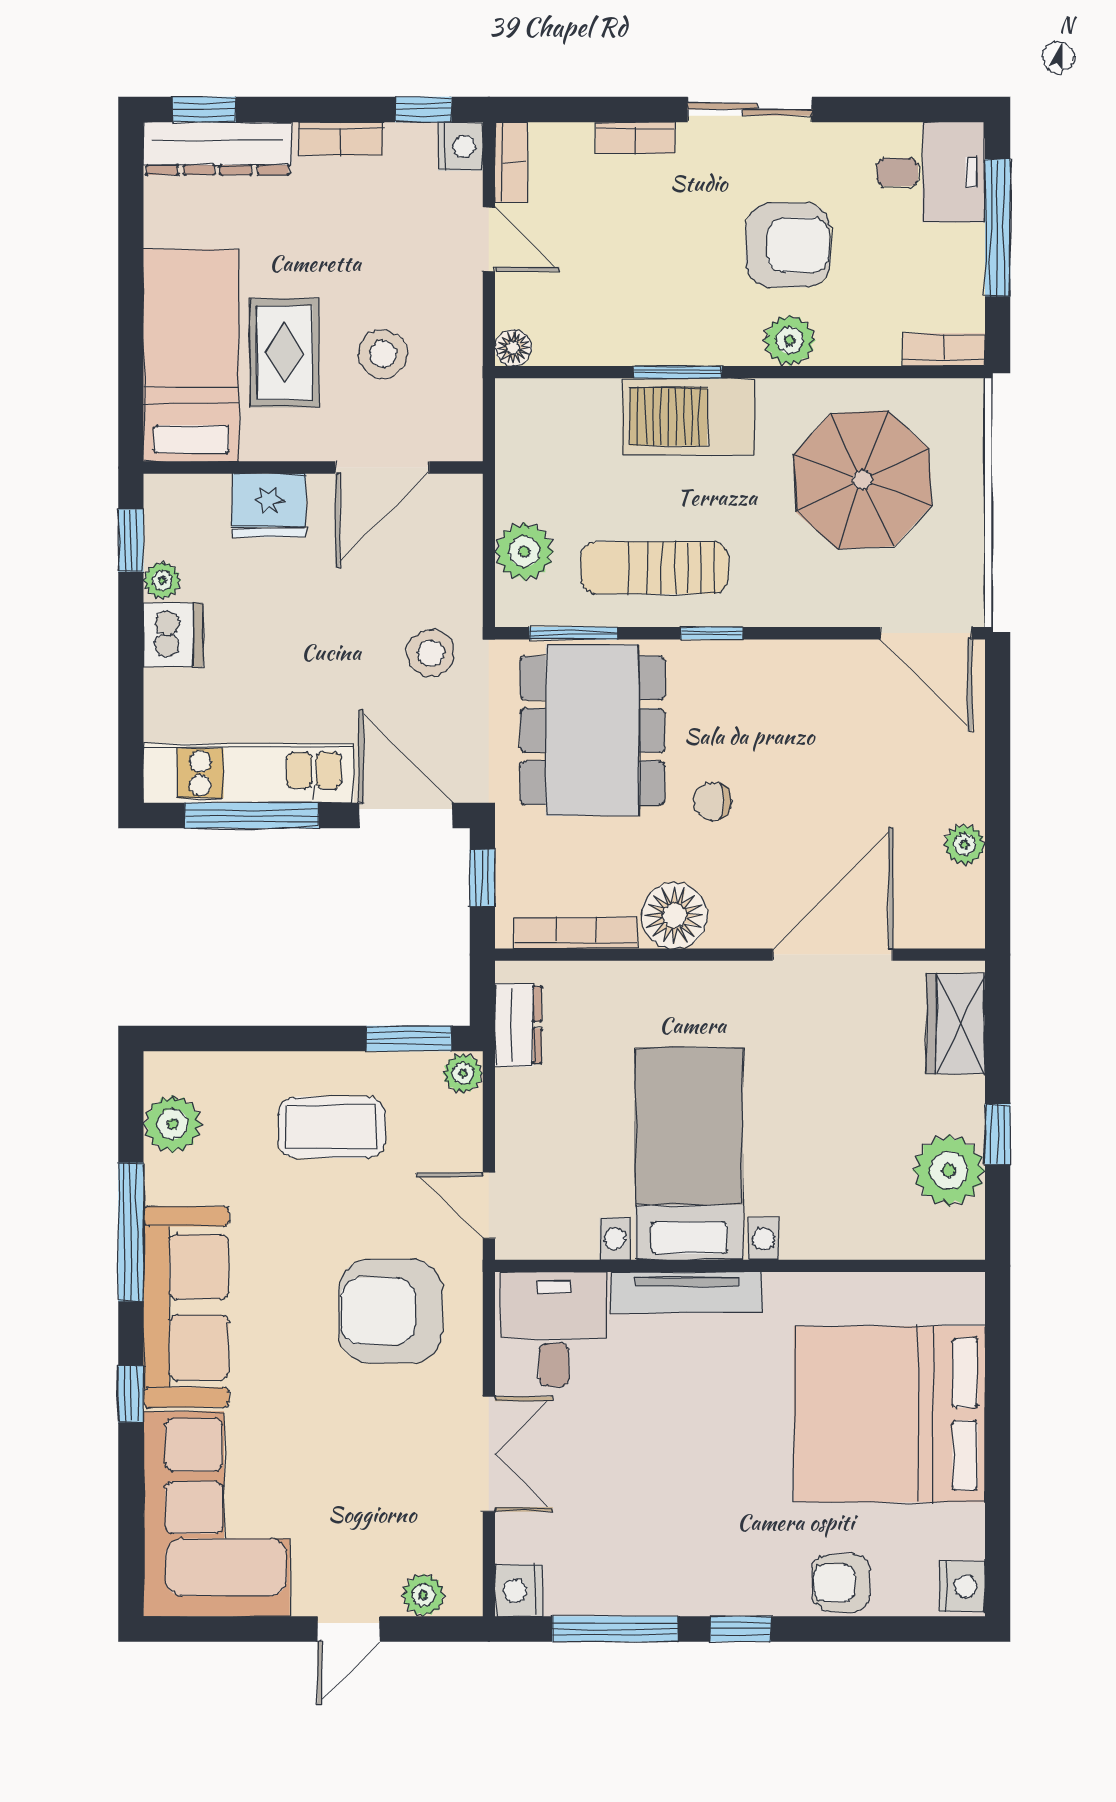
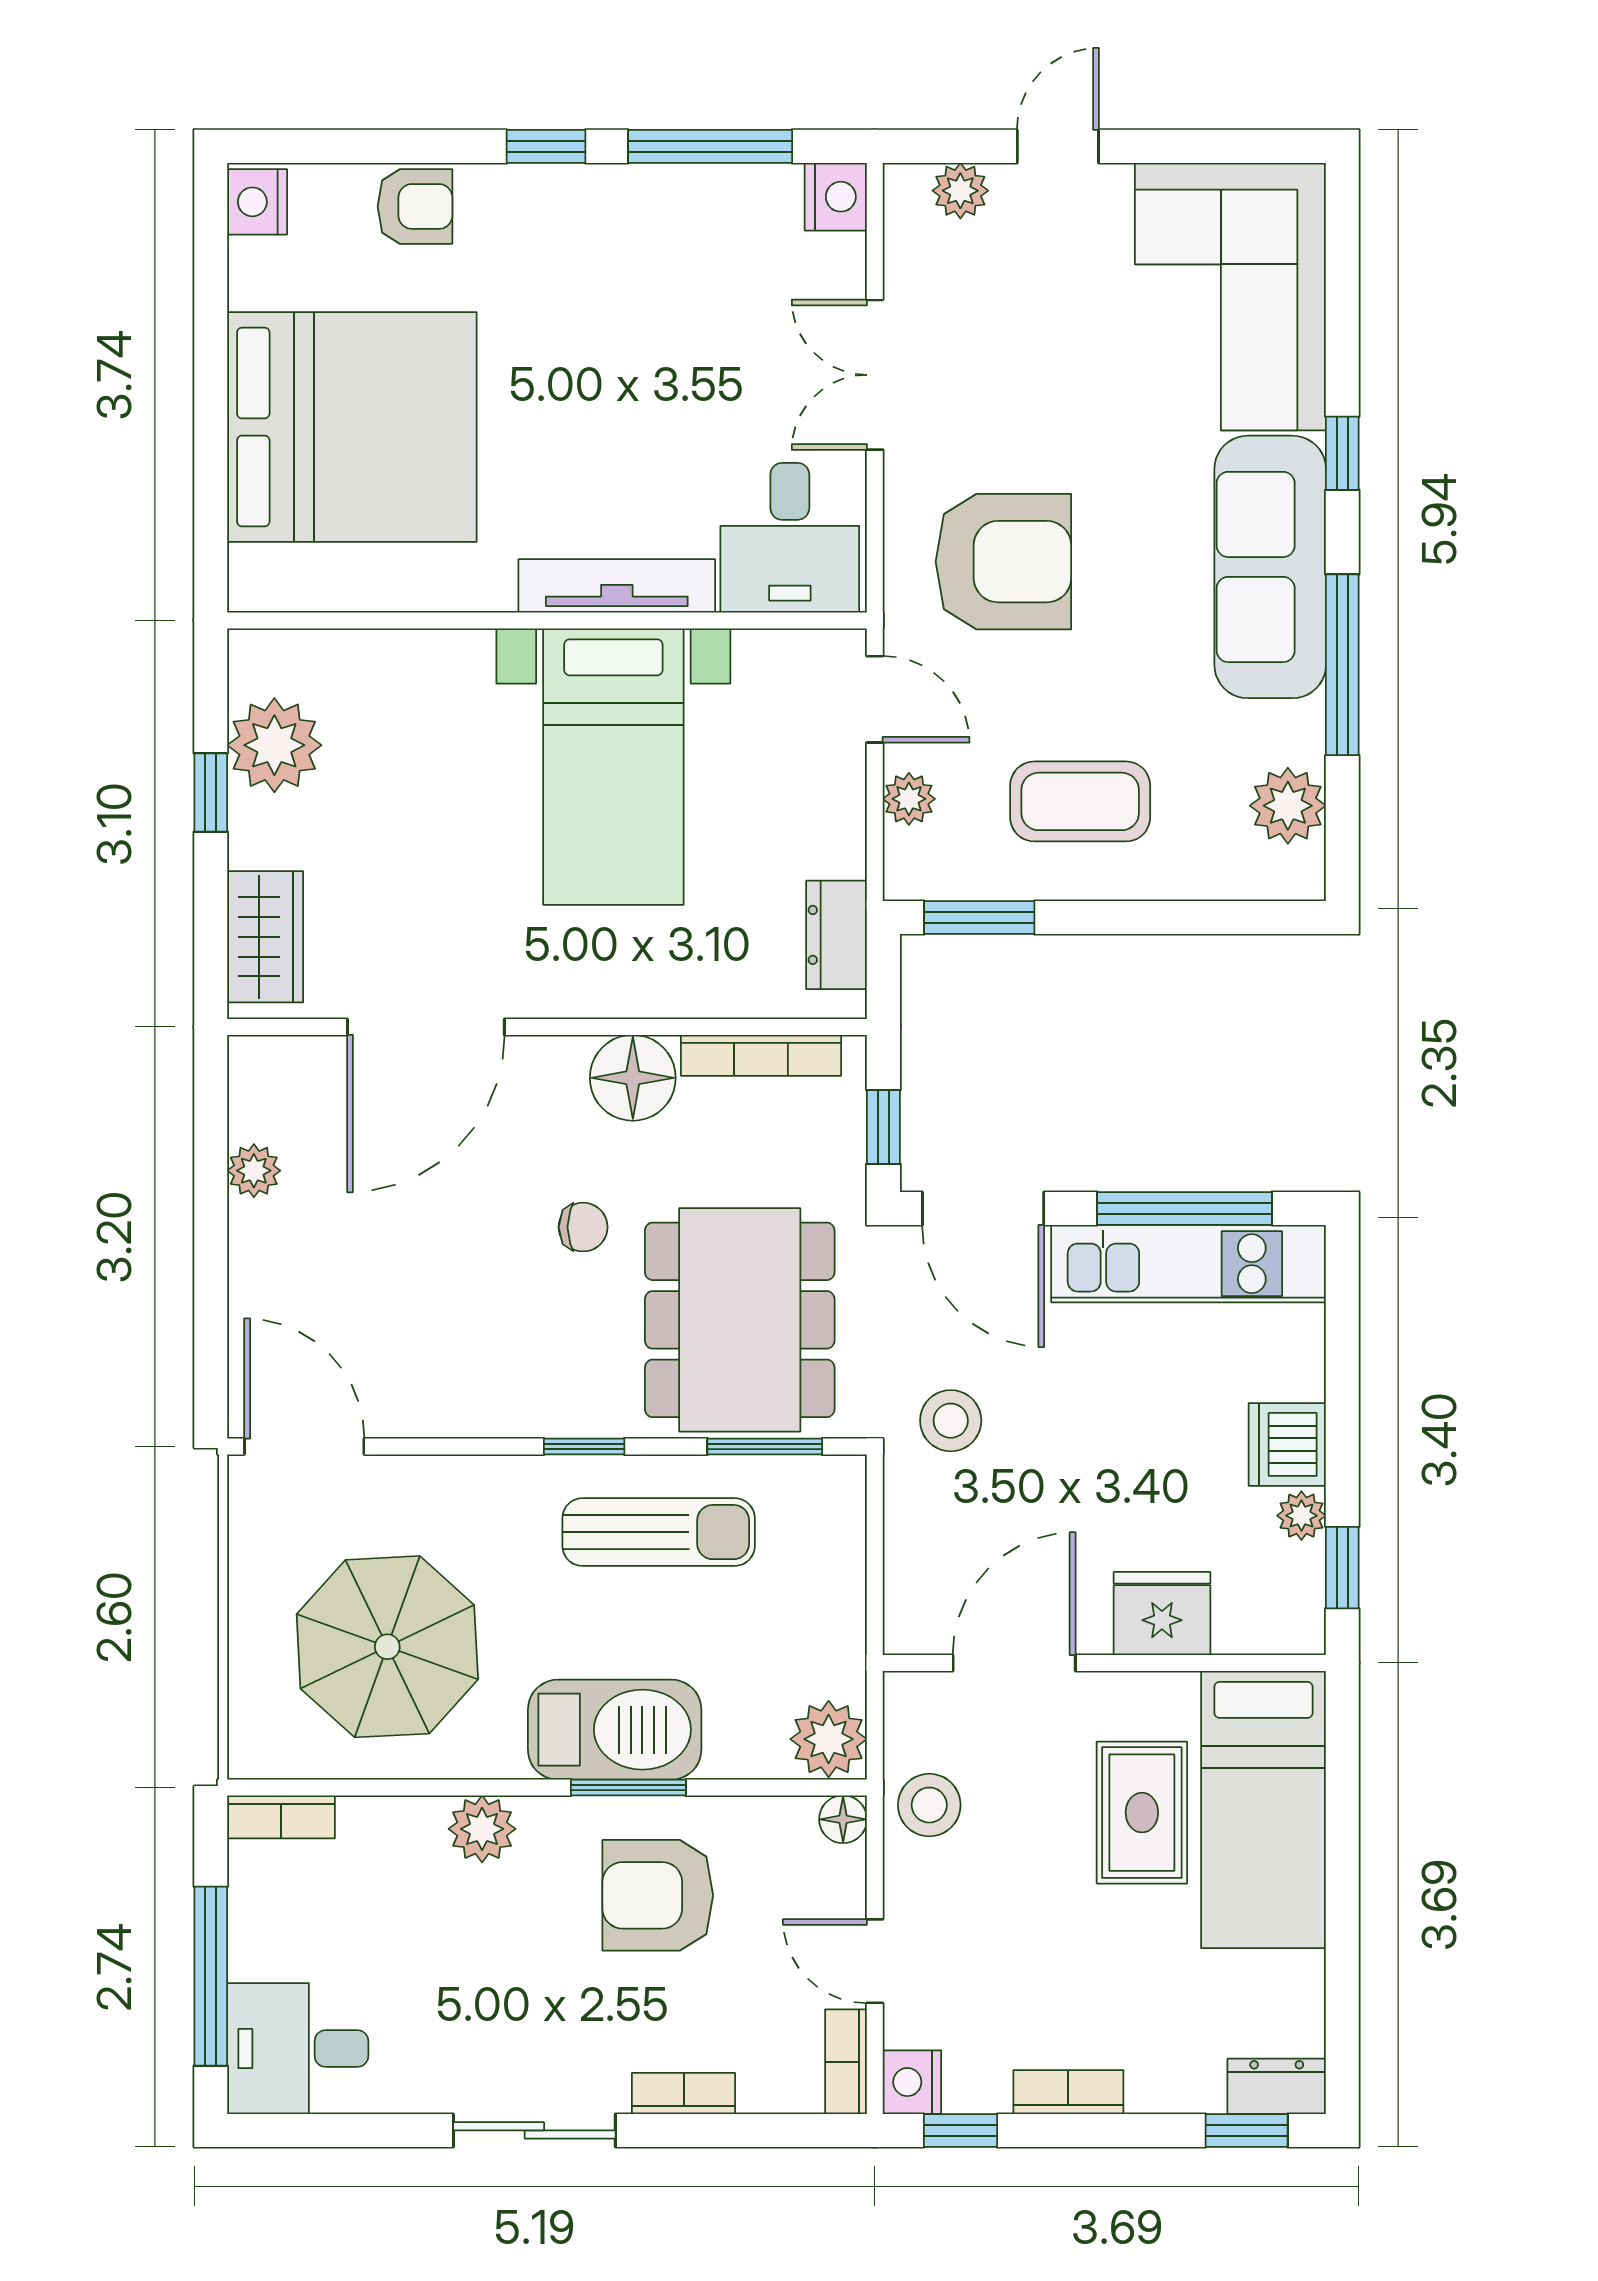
dresser: (217, 148) -> (1277, 2086), width x0.51, depth x0.80
armchair: (788, 245) -> (658, 1895), moved
stool: (383, 354) -> (929, 1805), moved
plant: (524, 552) -> (829, 1739), moved
plant: (463, 1073) -> (909, 799), moved

